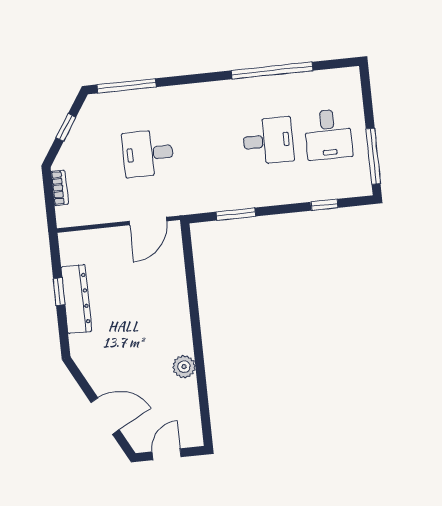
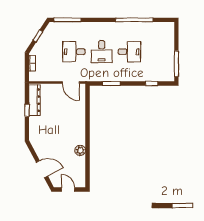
desk: (328, 134) -> (102, 52), moved
door: (148, 221) -> (71, 82), hinge flipped
dresser: (76, 299) -> (34, 100), moved
door: (167, 454) -> (68, 190), hinge flipped

